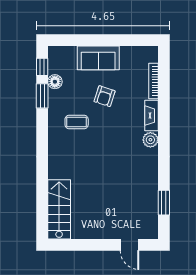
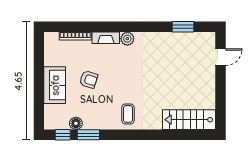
coffee table: (77, 122) -> (128, 114), moved

